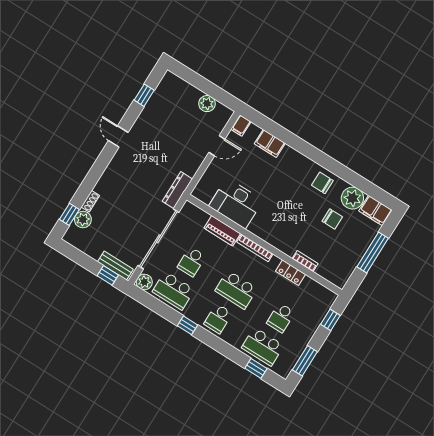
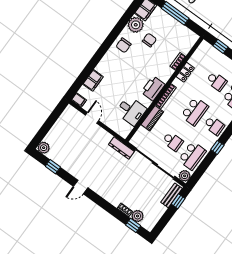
plant: (207, 104) -> (44, 148), moved
desk: (236, 203) -> (131, 111), width x0.73
printer: (264, 229) -> (153, 88), added

